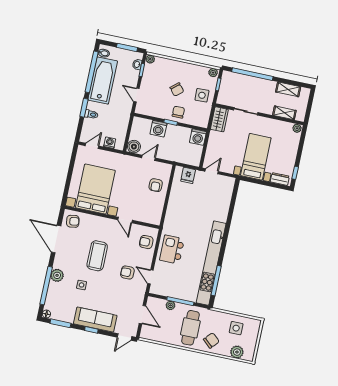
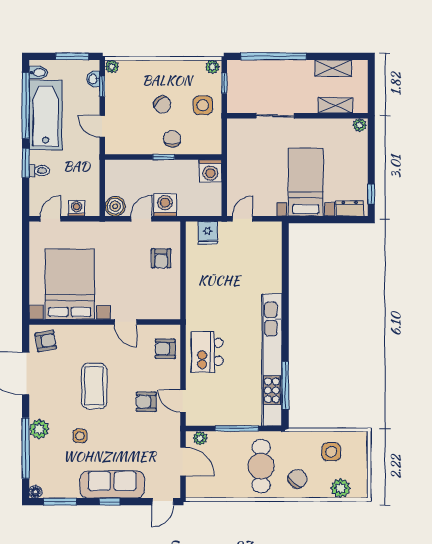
wardrobe: (219, 119) -> (237, 137), removed
washing machine: (158, 129) -> (165, 205), moved, turned 180
plant: (170, 305) -> (200, 438), moved

